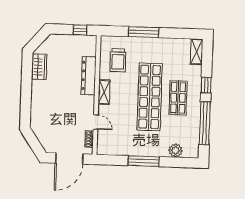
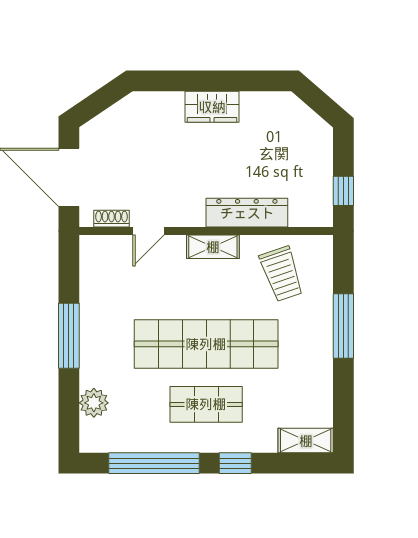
trolley: (118, 60) -> (282, 274), turned -109
wardrobe: (39, 67) -> (212, 107), moved

